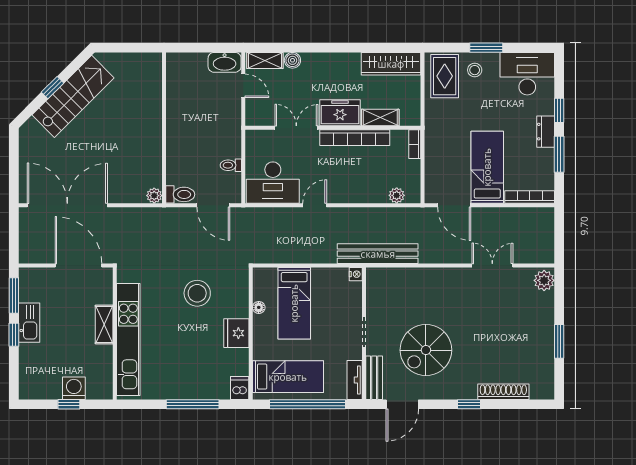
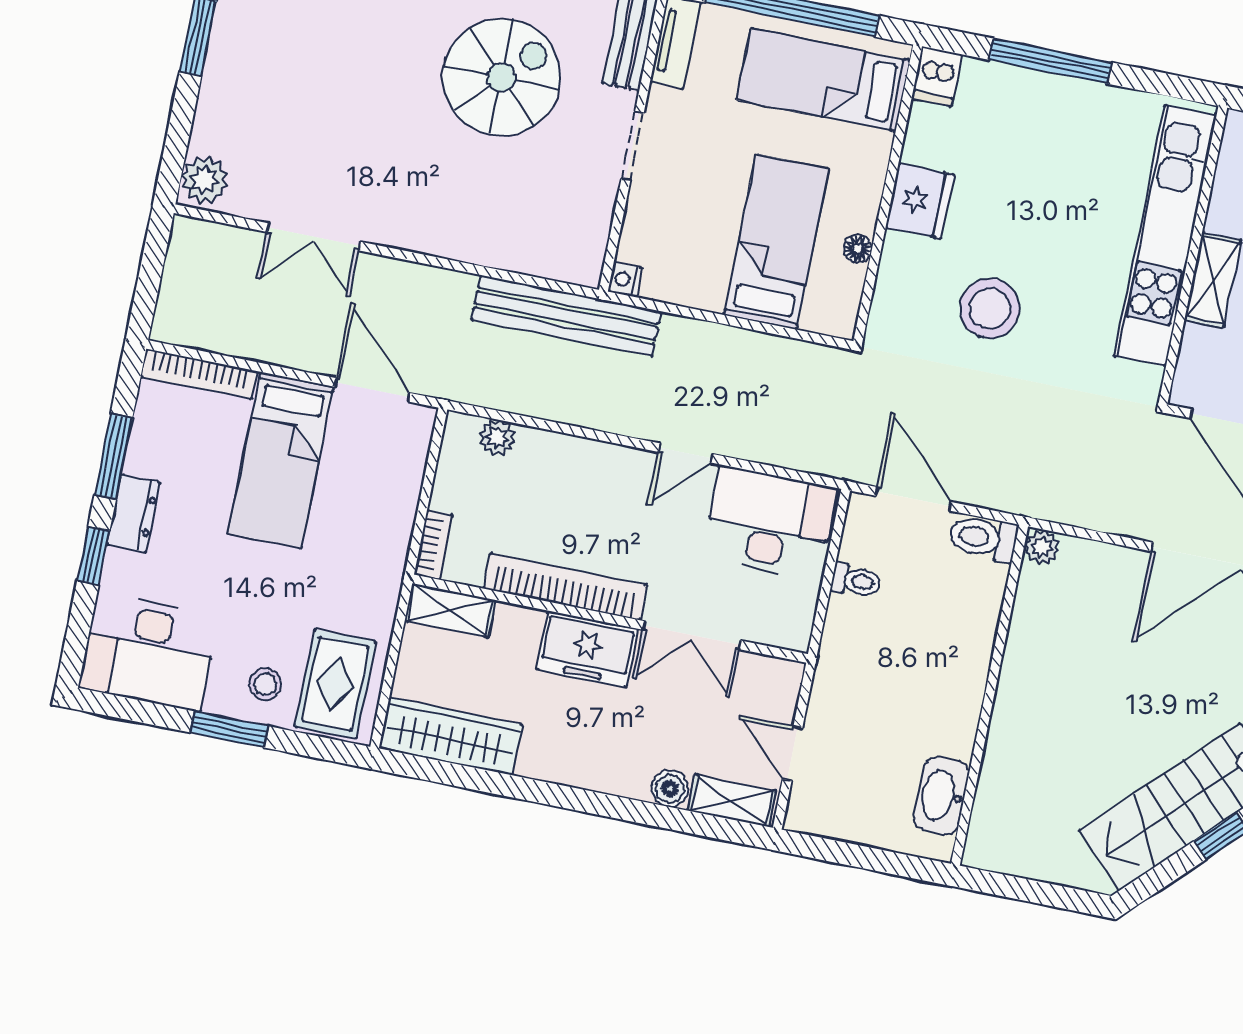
washbasin: (225, 62) -> (941, 796), moved, turned -90
shelving: (380, 118) -> (450, 610), moved

